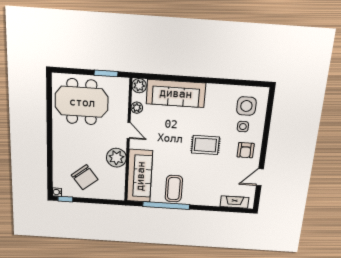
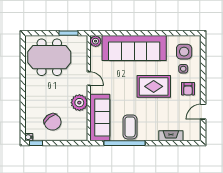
sofa: (176, 93) -> (134, 48), width x1.36, depth x1.27
plant: (137, 108) -> (95, 59), removed
rug: (205, 145) -> (154, 86), width x1.36, depth x1.43
fireplace: (234, 202) -> (171, 136), moved

